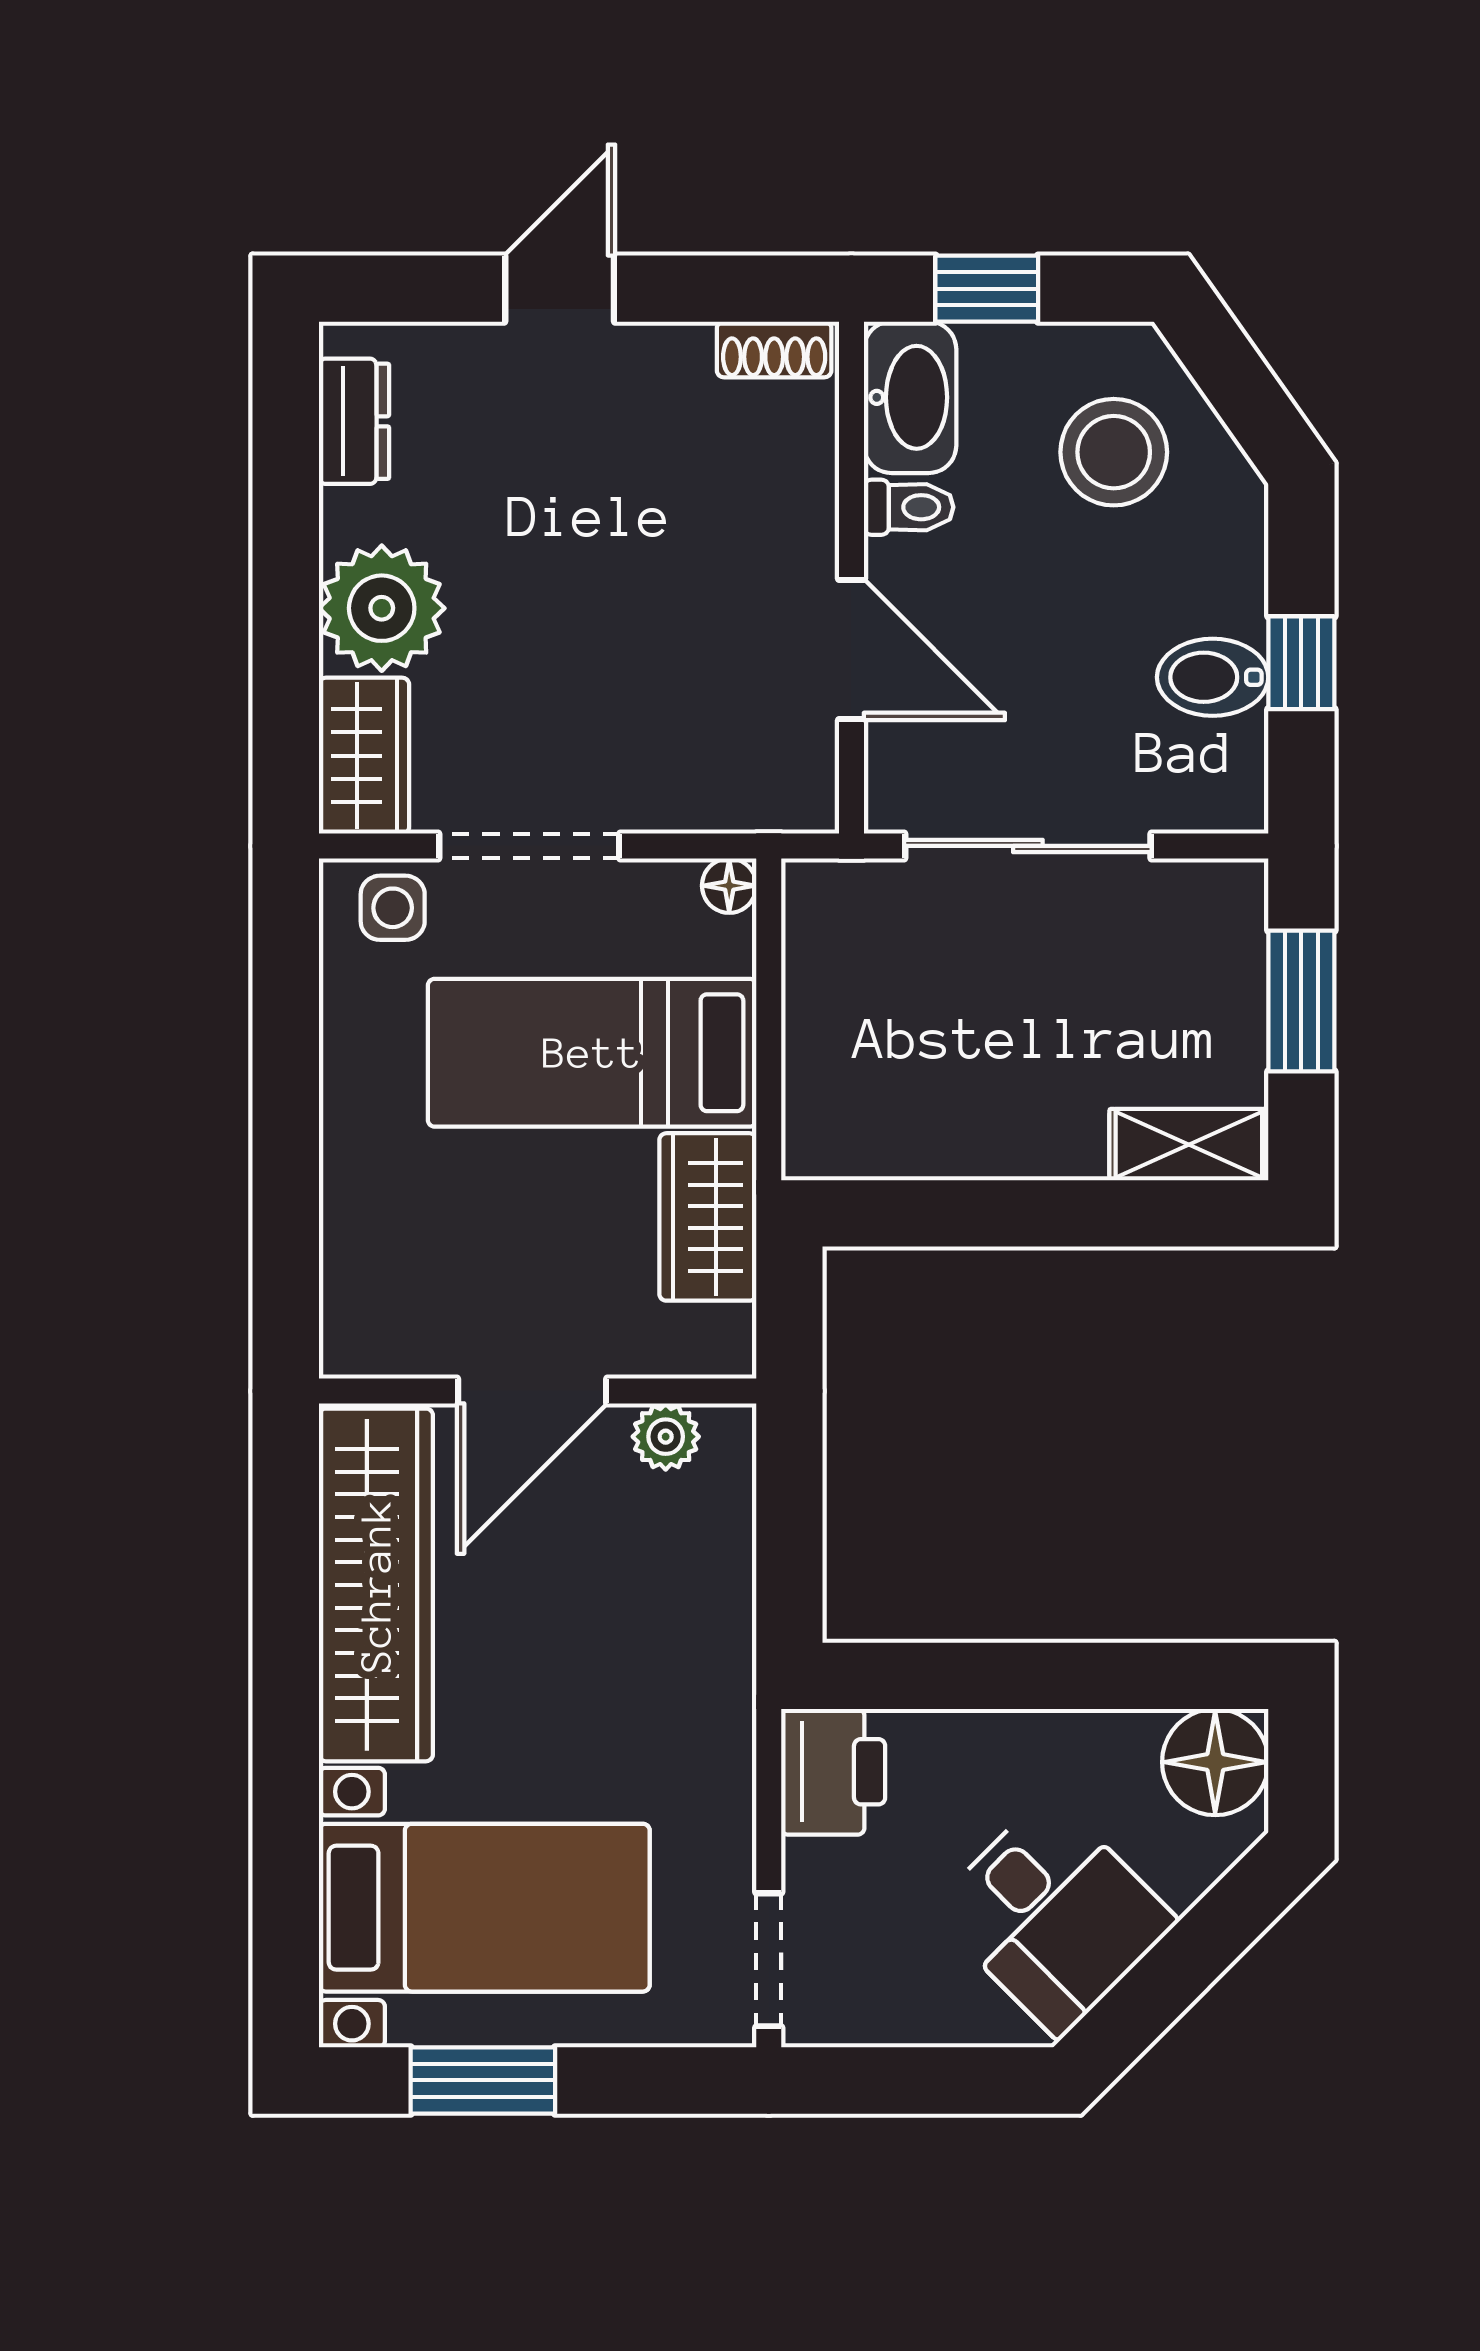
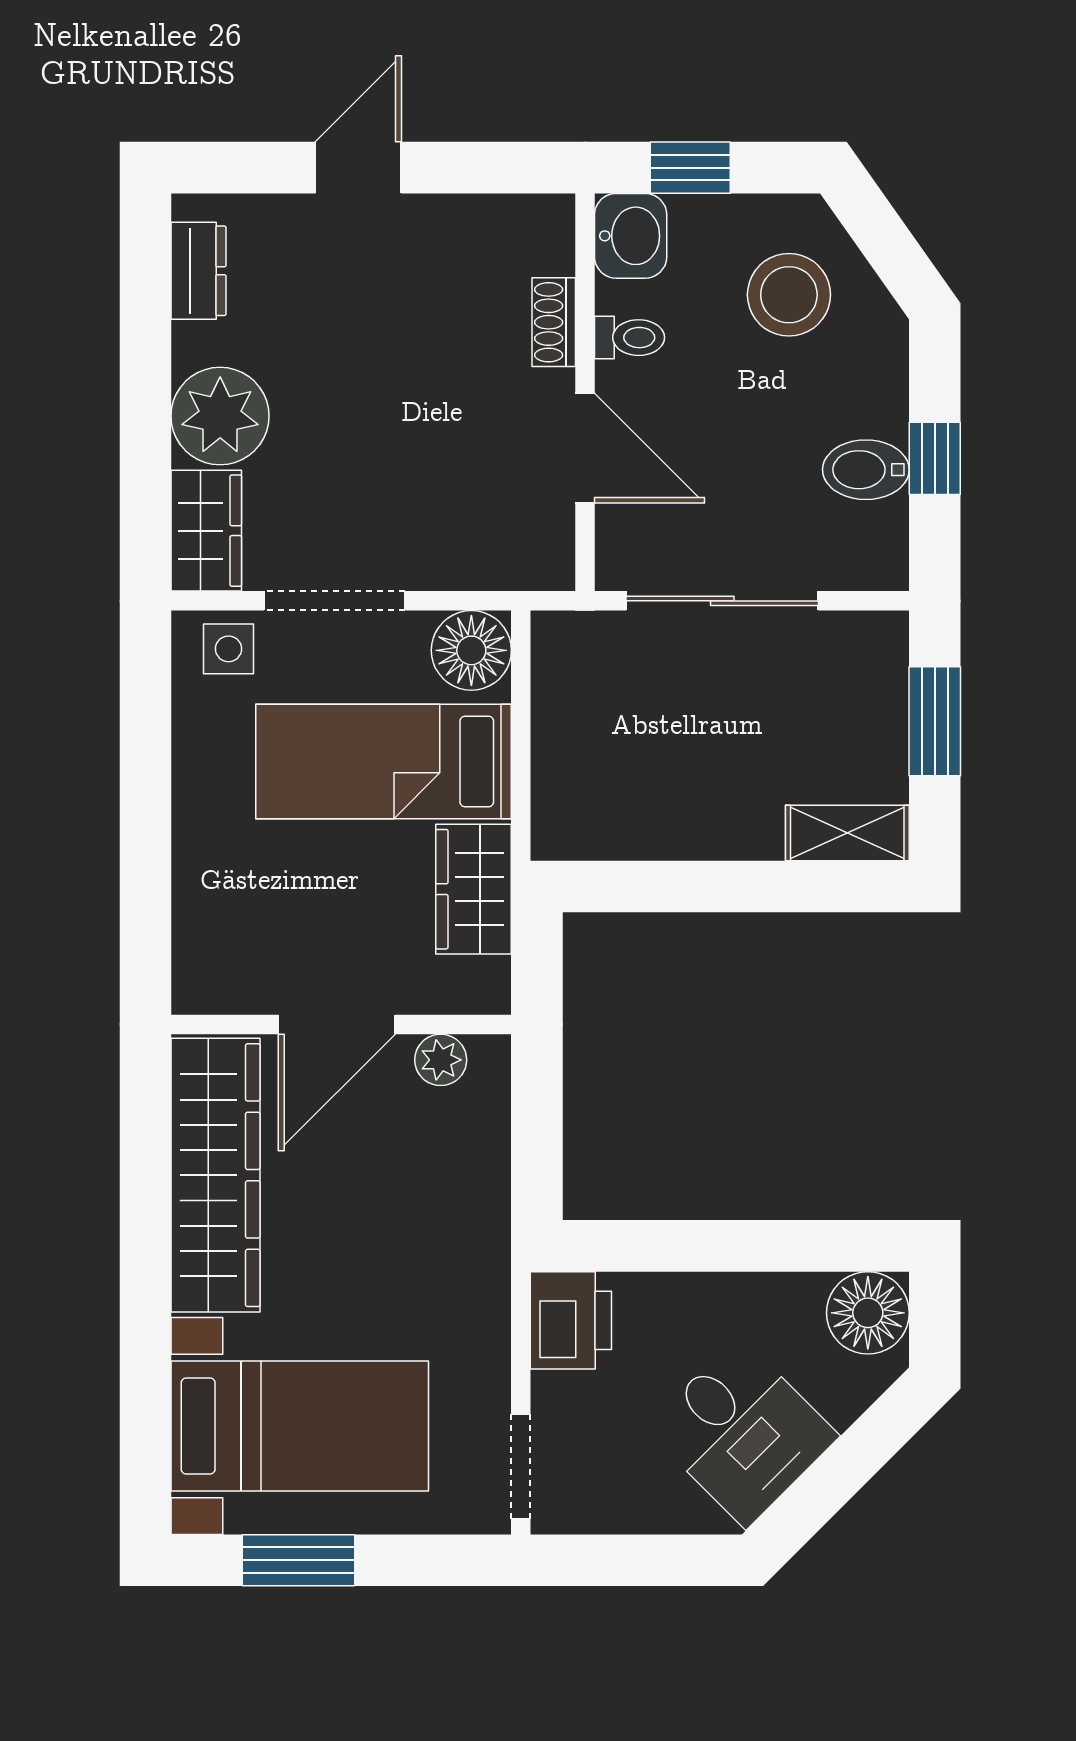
shoe rack: (774, 349) -> (554, 322), moved, turned 90
washbasin: (910, 397) -> (631, 236), width x0.72
floor lamp: (729, 886) -> (471, 650), width x1.89, depth x1.89

